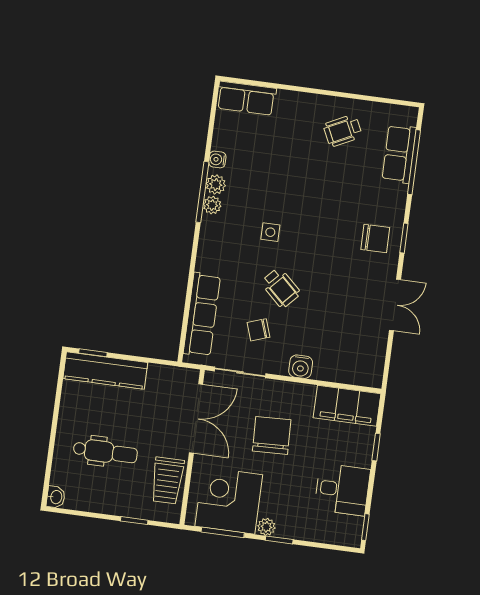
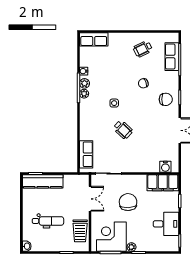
row of seats: (202, 315) -> (86, 154), width x0.68
chair: (259, 330) -> (143, 83), moved
water cooler: (301, 367) -> (165, 167), moved
double door: (196, 418) -> (90, 199), width x0.73

